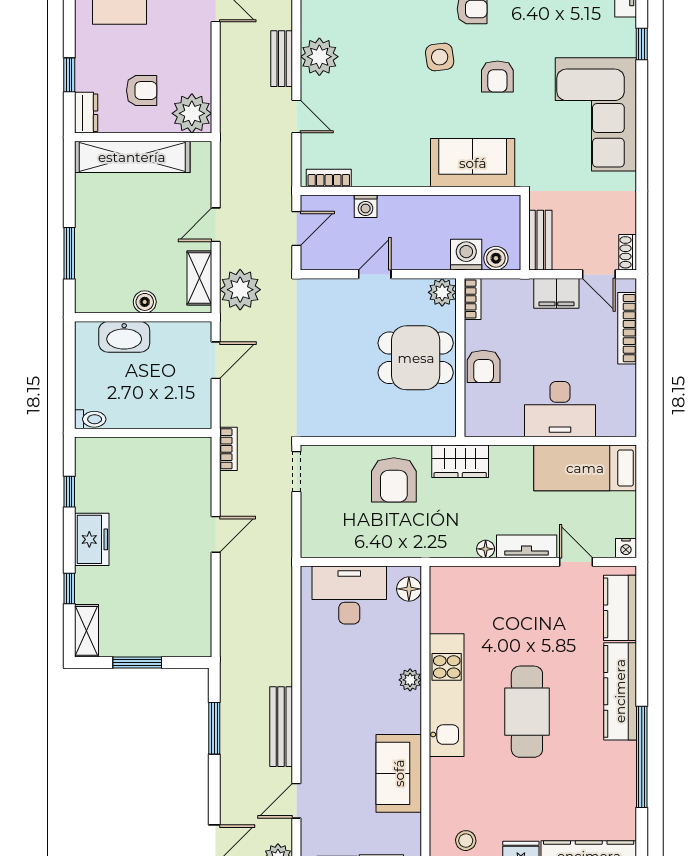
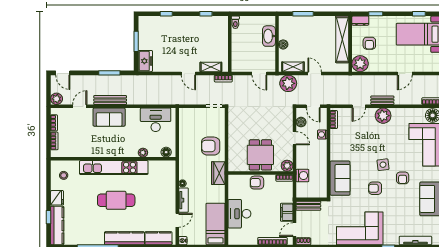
boiler: (496, 258) -> (301, 122), moved
freezer: (92, 539) -> (145, 61), moved, turned -90
desk: (349, 595) -> (156, 120), moved, turned -90
shelving: (86, 631) -> (211, 67), moved
plant: (410, 680) -> (143, 153), moved
kitchen unit: (447, 695) -> (114, 168), width x1.36
sofa: (399, 773) -> (109, 117), moved, turned 180
door: (296, 801) -> (80, 106), hinge flipped

